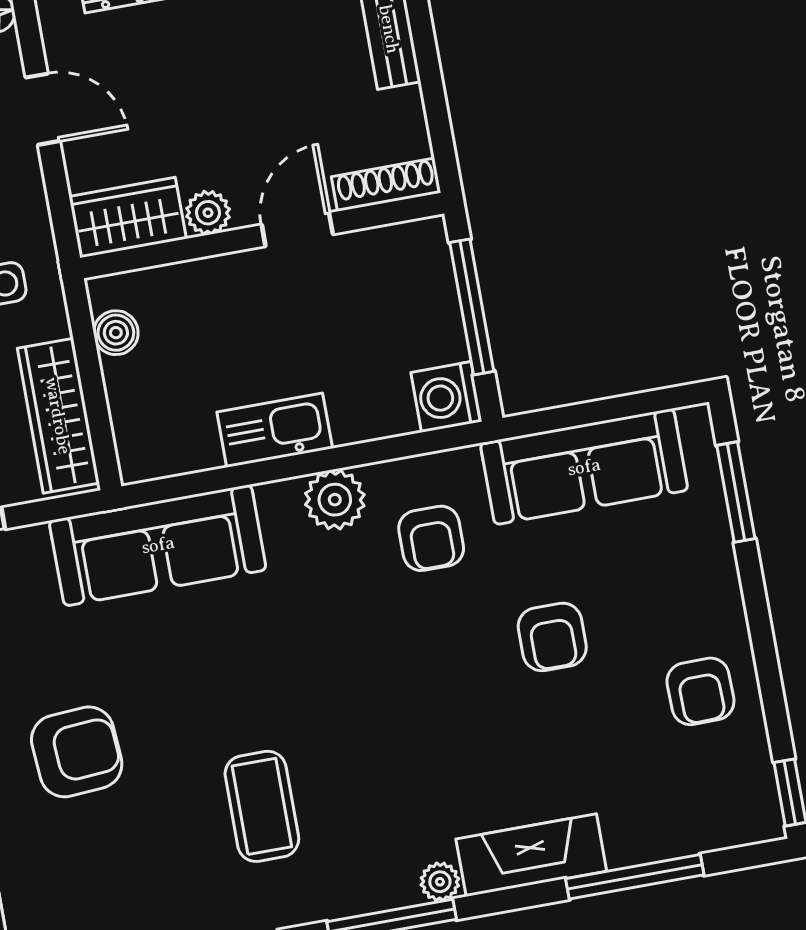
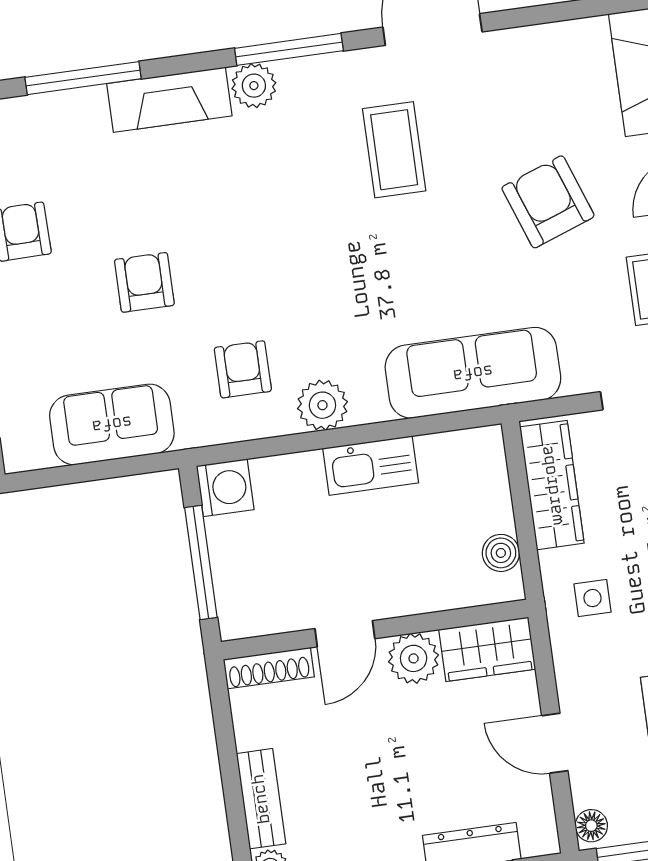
plant: (208, 213) -> (414, 658), width x1.38, depth x1.38
sofa: (584, 467) -> (112, 424), width x0.73
armchair: (77, 752) -> (548, 202), turned 74
plant: (440, 882) -> (254, 86), width x1.38, depth x1.38

